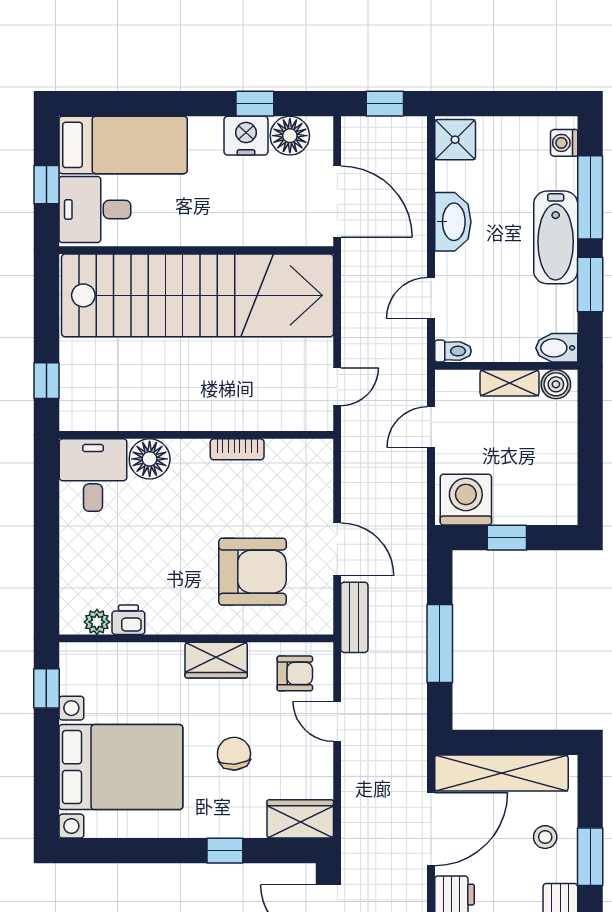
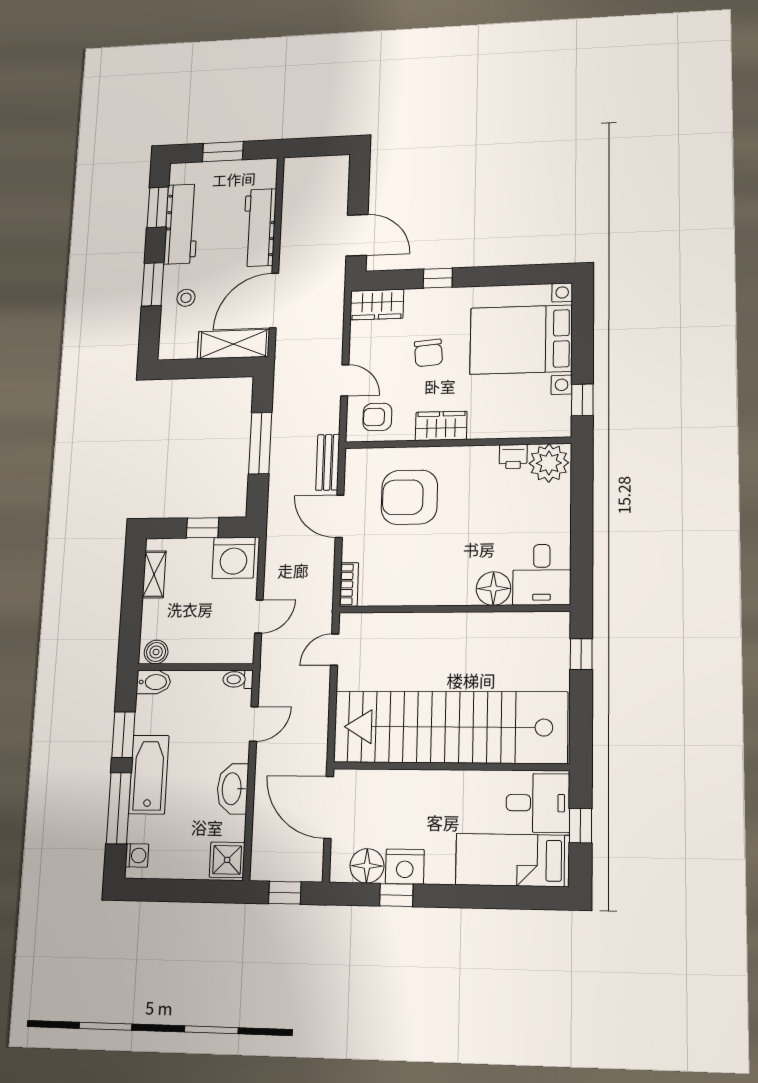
shelving: (509, 383) -> (154, 574), moved, turned 90
bookcase: (237, 449) -> (349, 584), moved, turned 90
plant: (97, 622) -> (549, 463), width x1.87, depth x1.87
shelving: (501, 773) -> (233, 344), width x0.68

